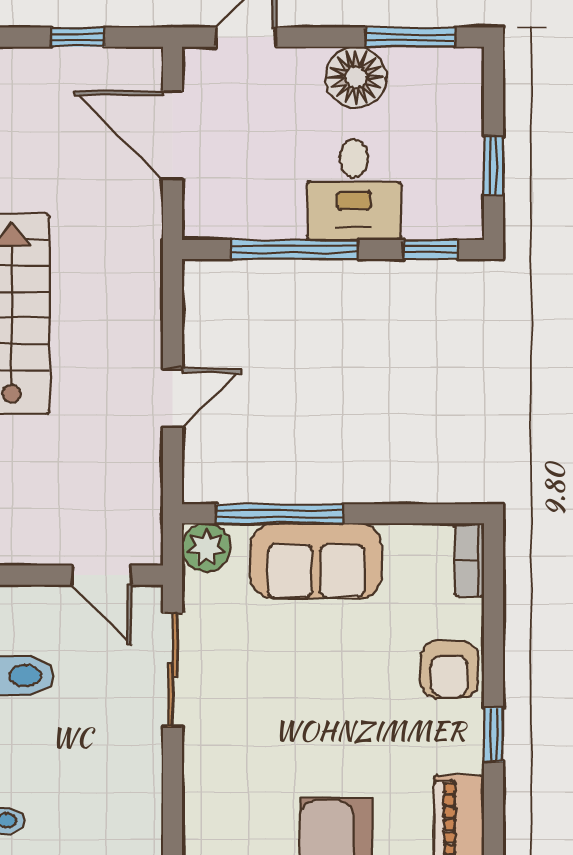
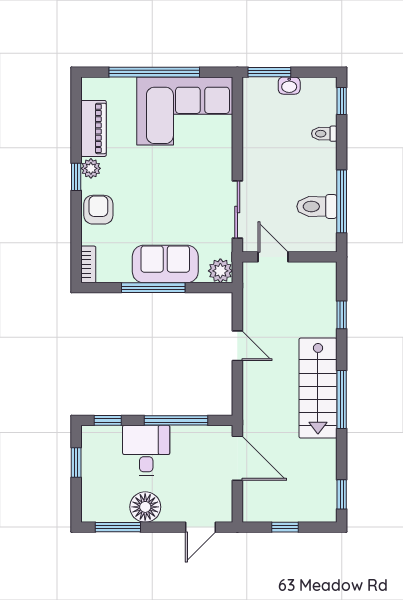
door: (172, 135) -> (237, 458), moved
door: (172, 398) -> (237, 346), swing flipped
window: (279, 514) -> (153, 288), moved
plant: (464, 752) -> (91, 168), added

